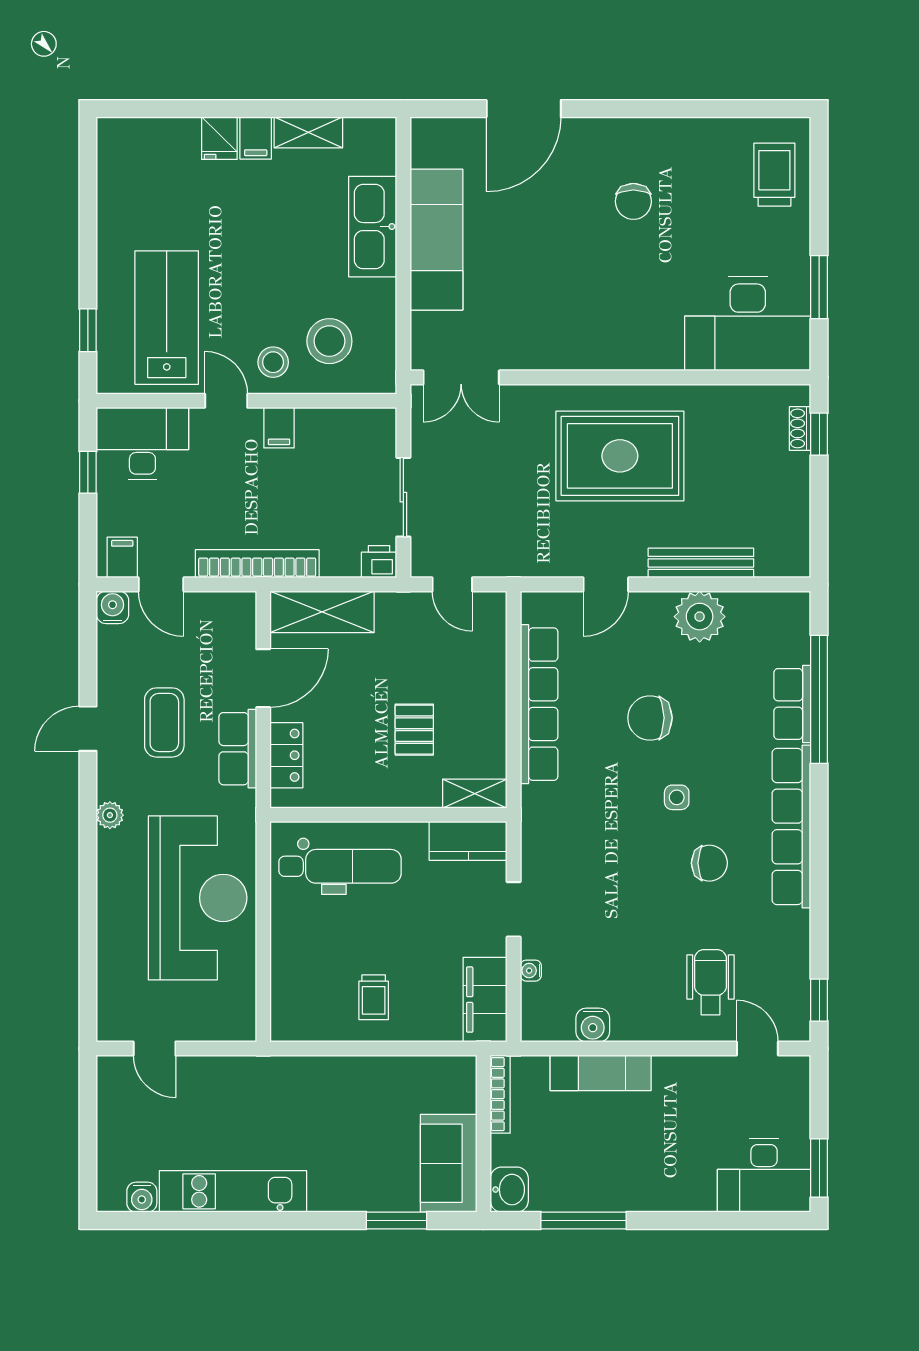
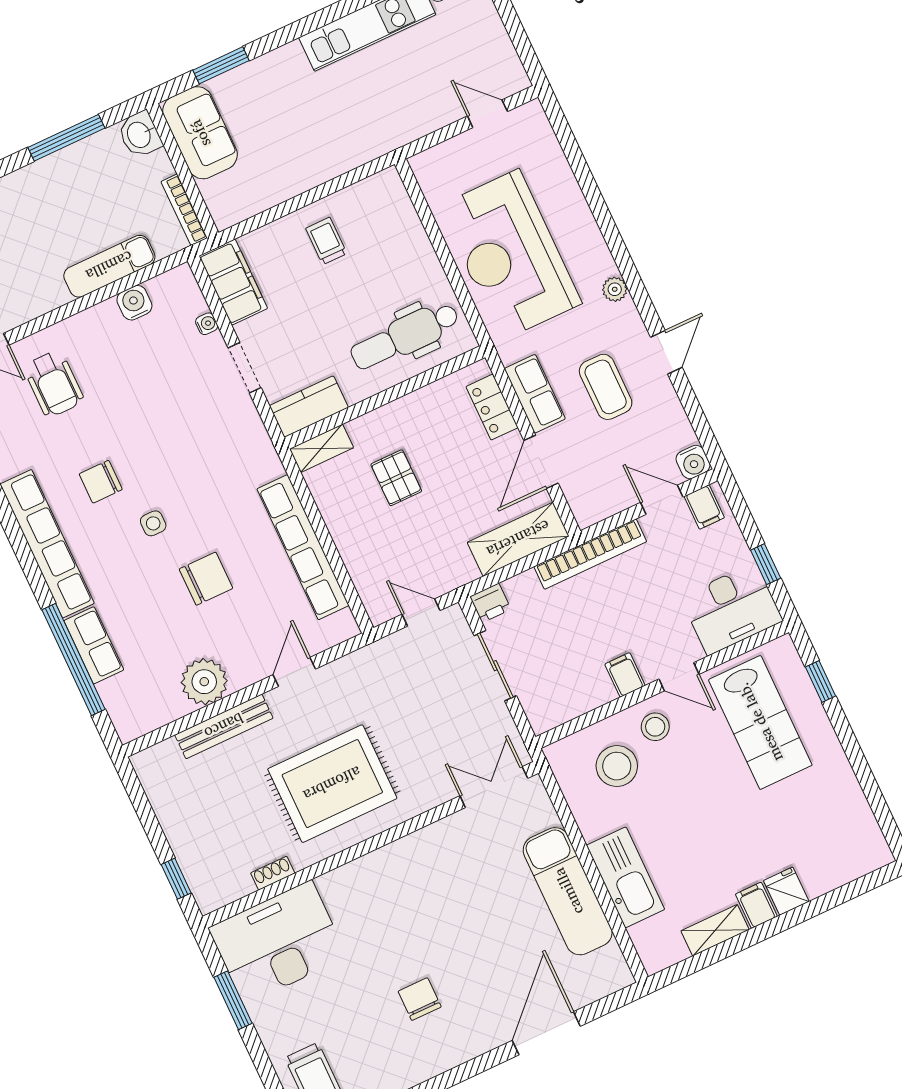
shoe rack: (800, 428) -> (273, 873), moved, turned -90

